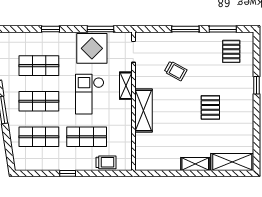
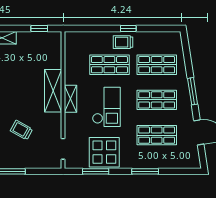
window: (51, 29) -> (145, 171), width x1.50
shelving: (126, 86) -> (71, 99), moved
trolley: (106, 162) -> (123, 42), moved
window: (157, 173) -> (39, 29), added

